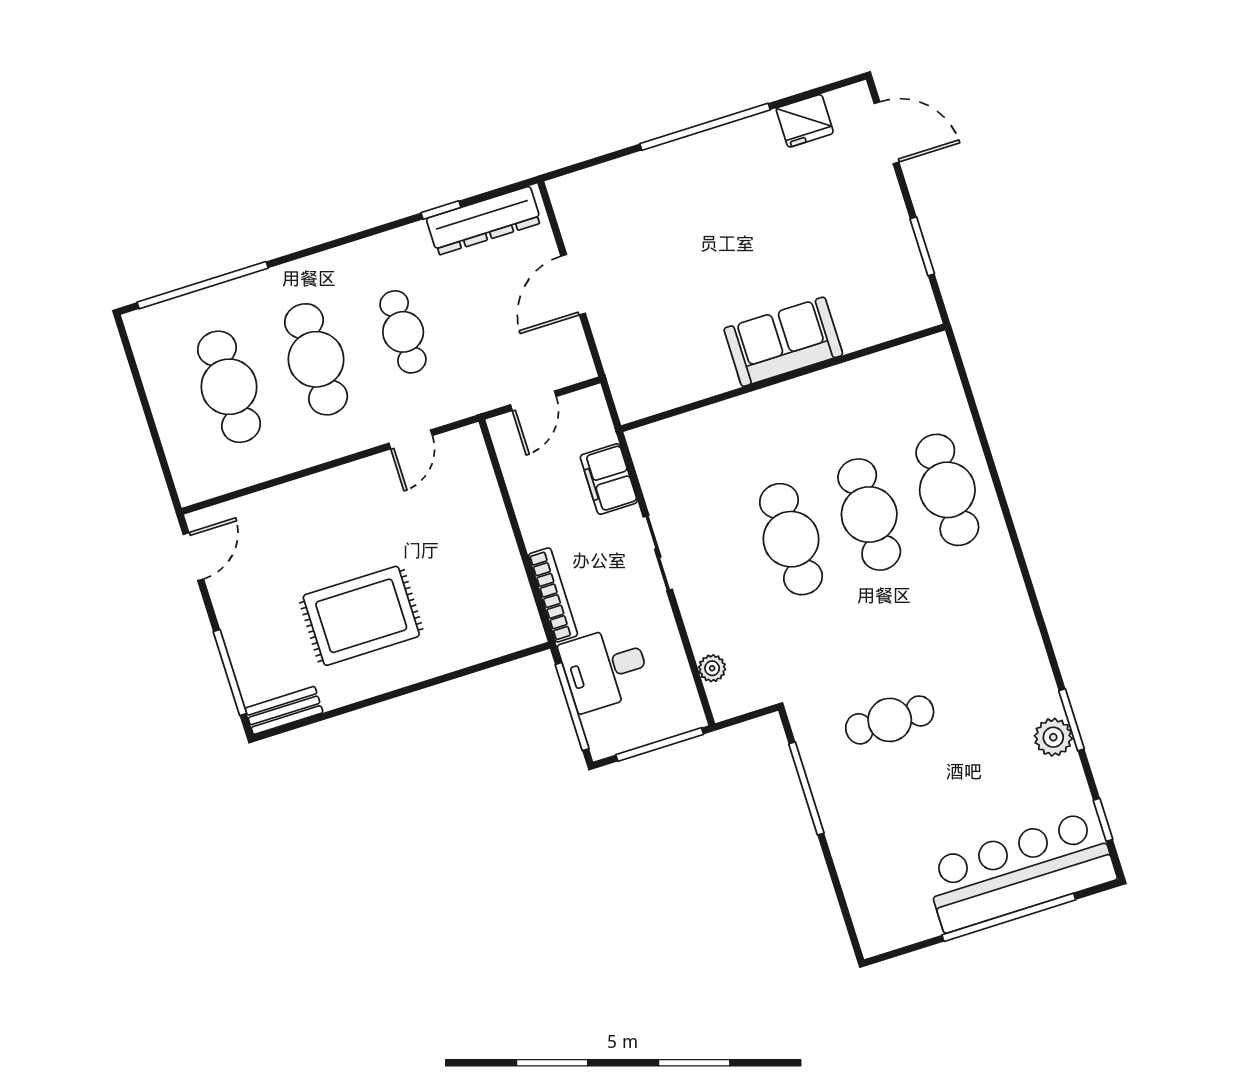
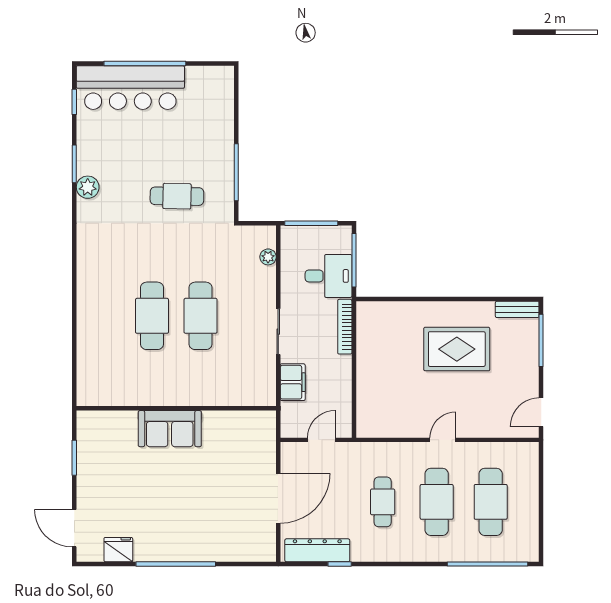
door: (573, 285) -> (278, 498), width x1.36
door: (411, 439) -> (443, 440), moved
cafe table: (947, 490) -> (103, 316), removed
plant: (1053, 737) -> (88, 187), moved

